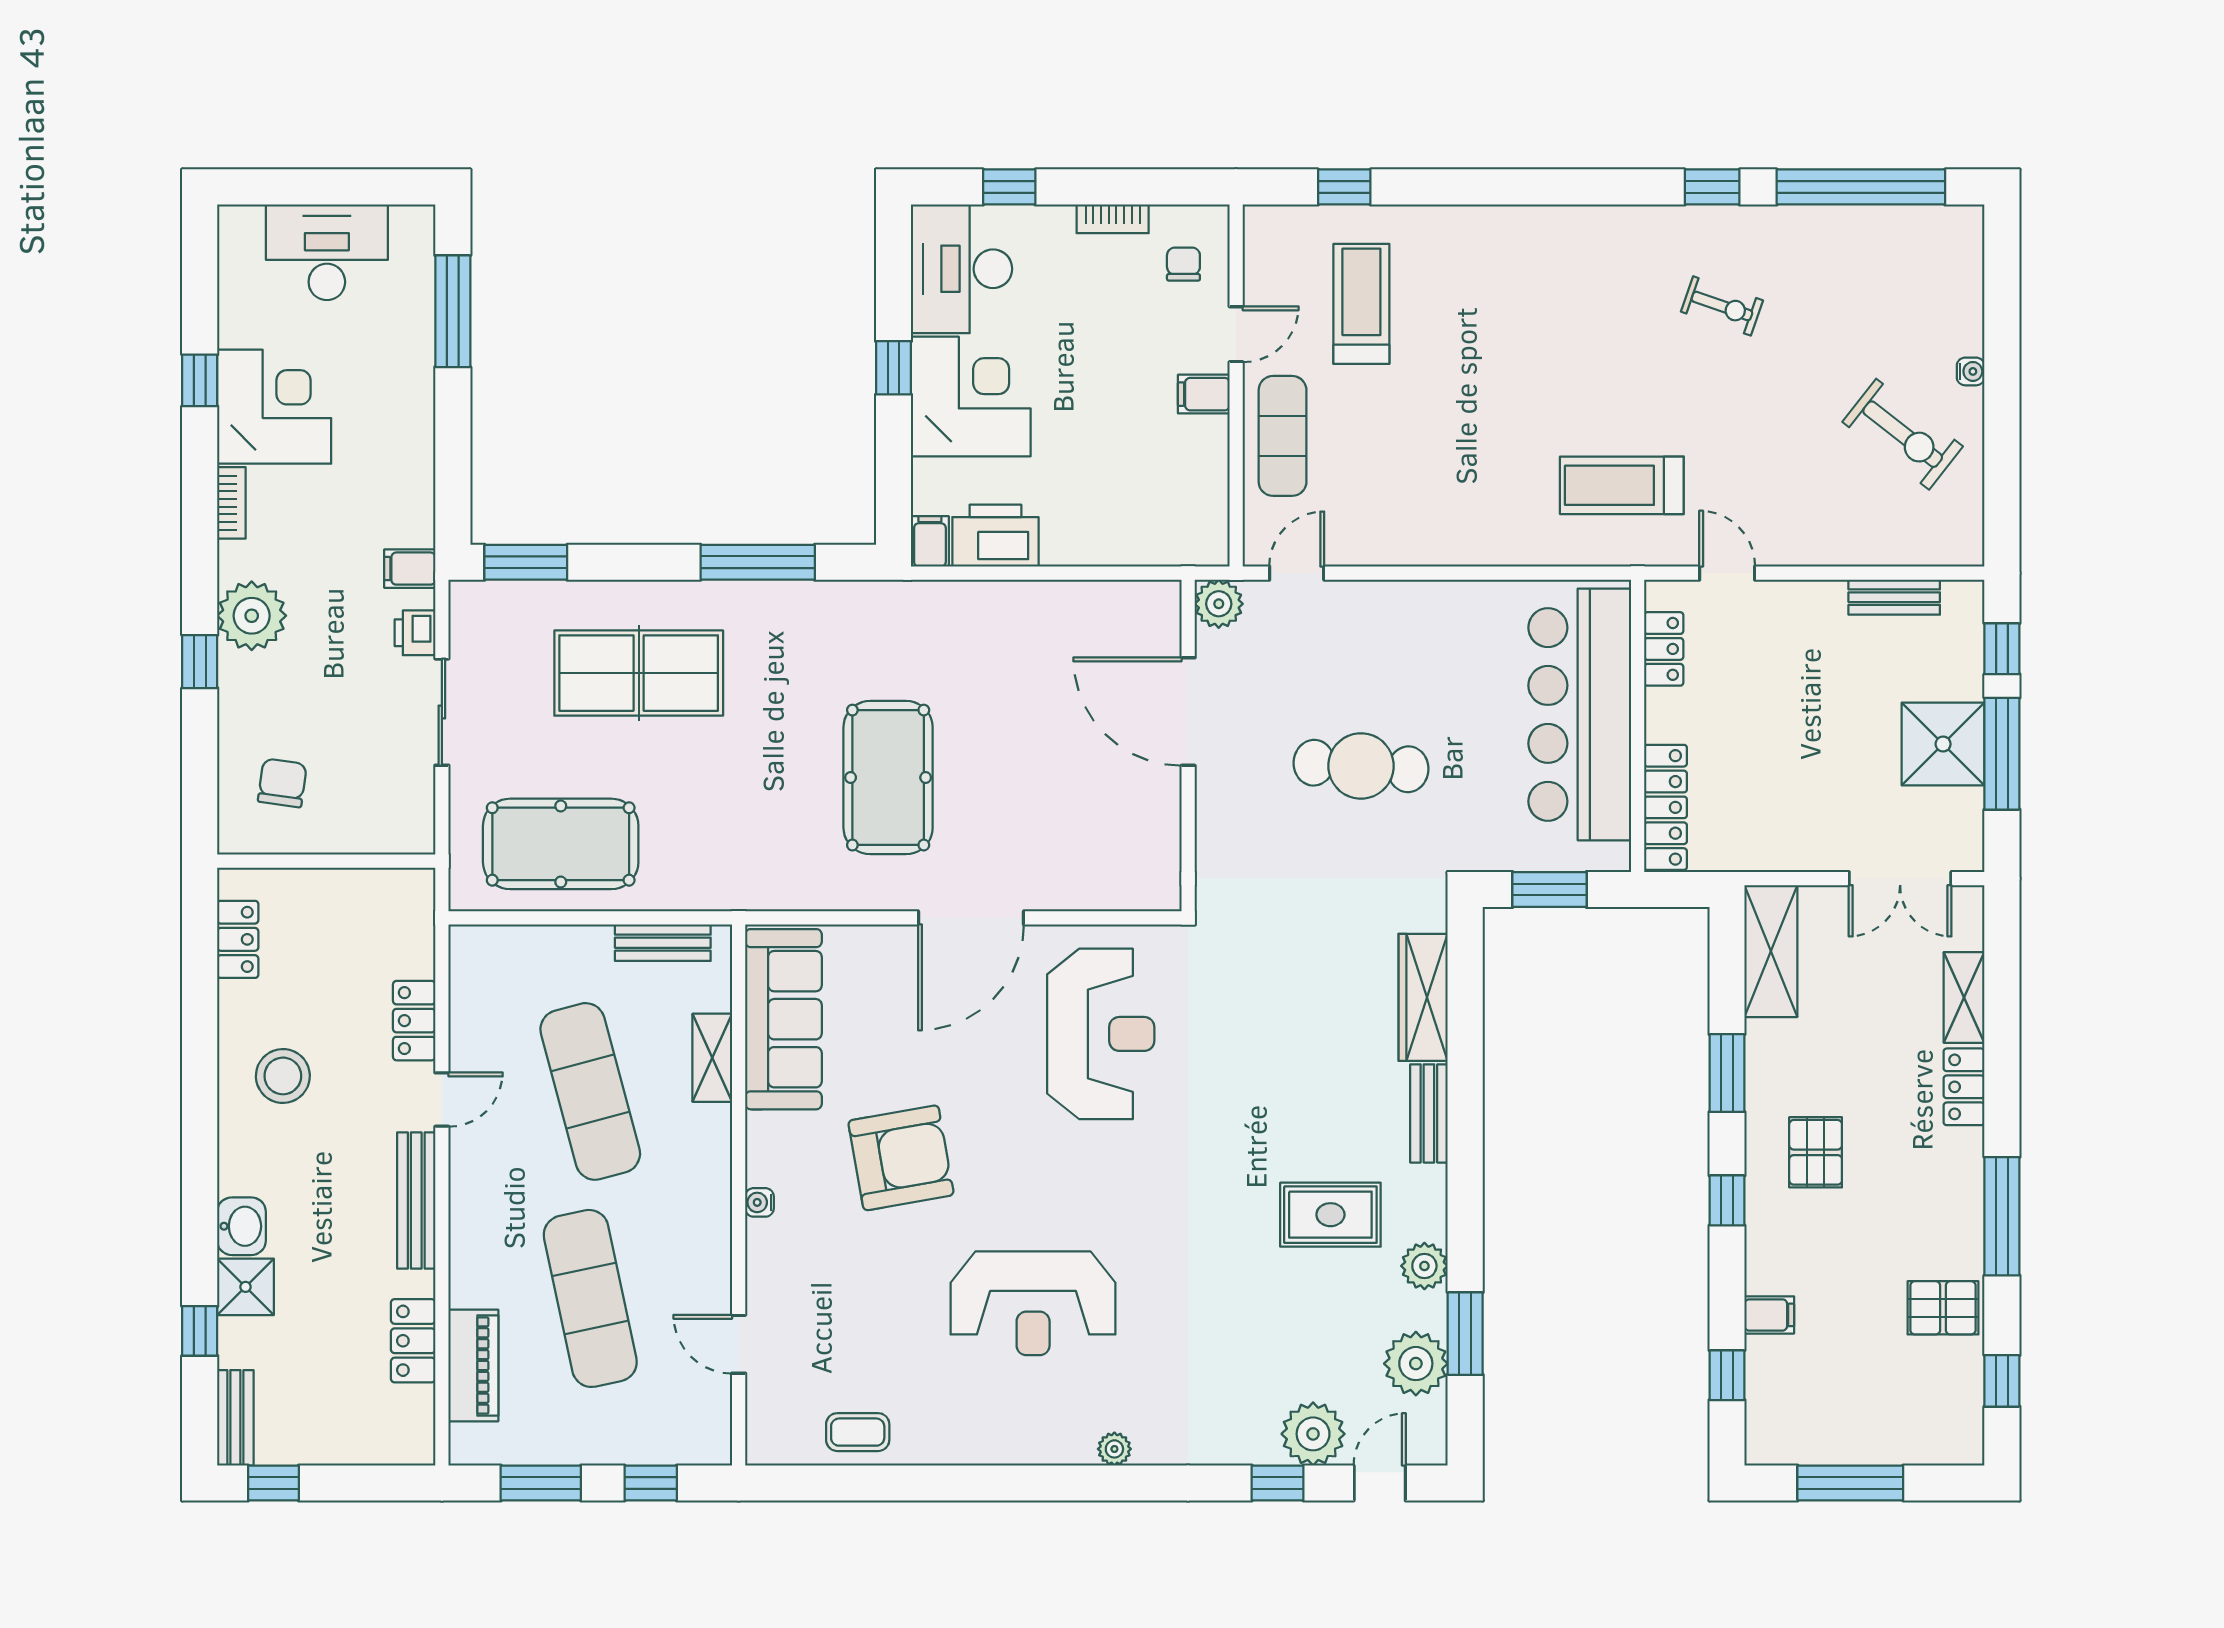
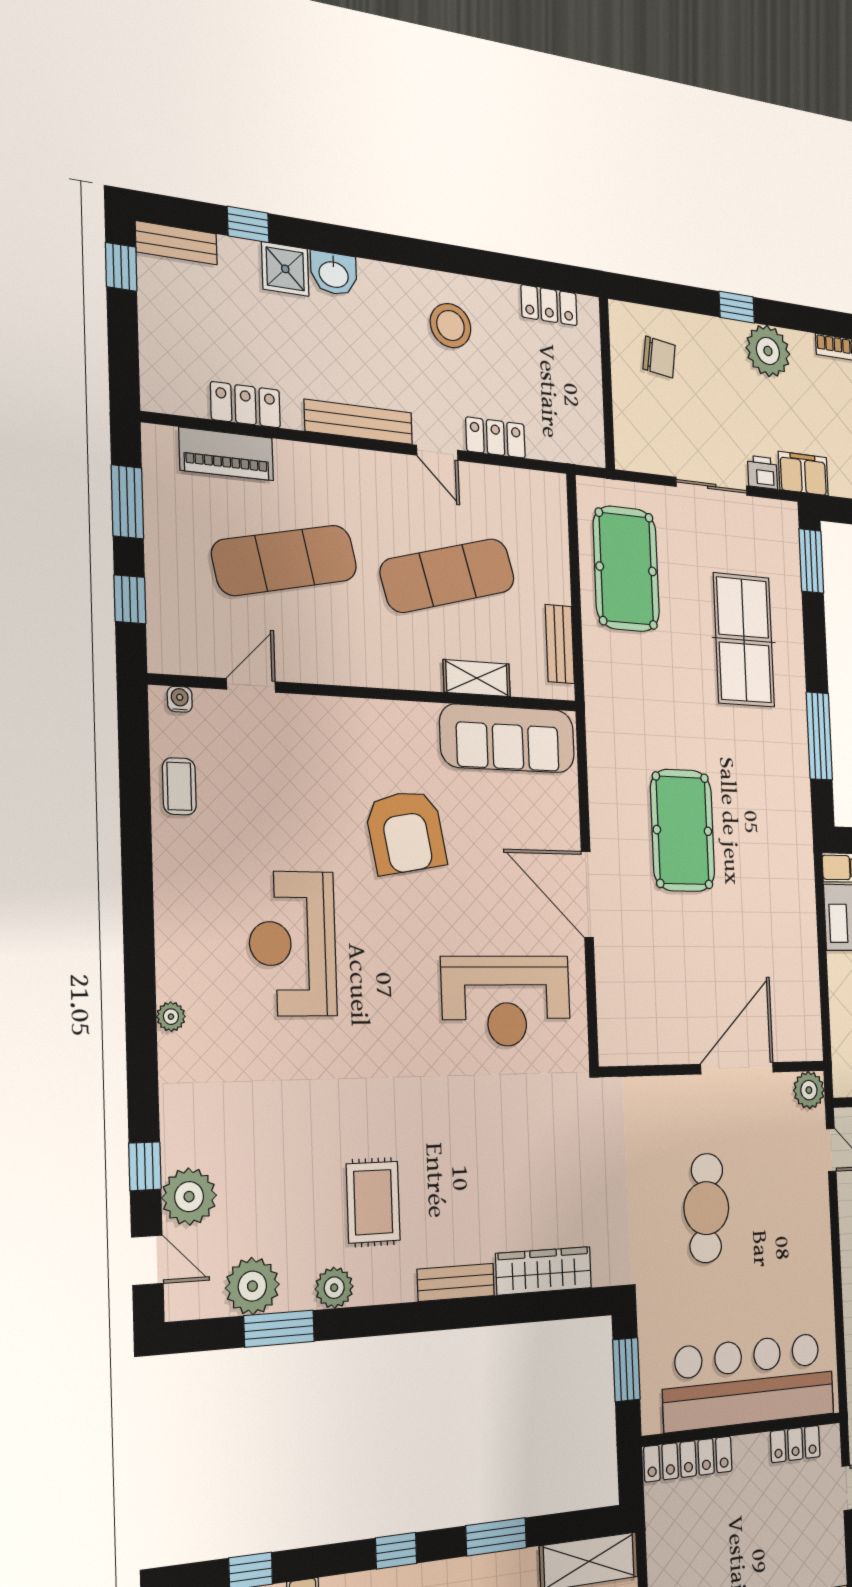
filing cabinet: (410, 569) -> (803, 474), width x2.00
pool table: (888, 778) -> (683, 830), turned 90
water cooler: (759, 1202) -> (180, 699), moved

